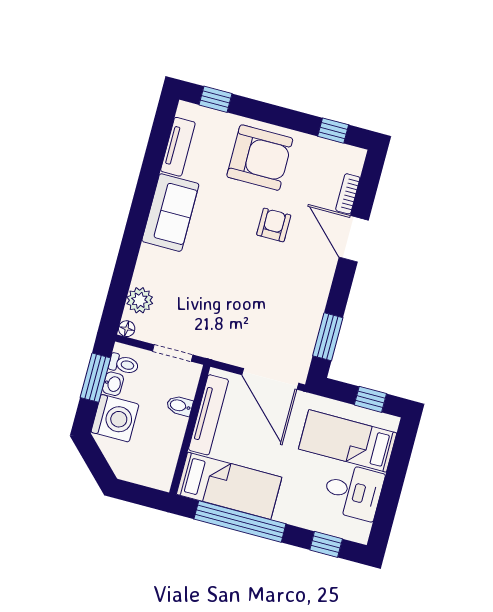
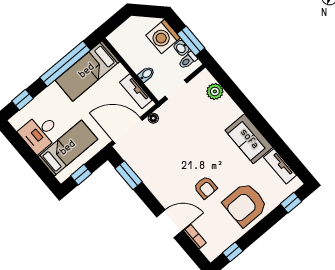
floor lamp: (127, 329) -> (153, 118), moved
tv unit: (208, 415) -> (136, 91), width x0.71

